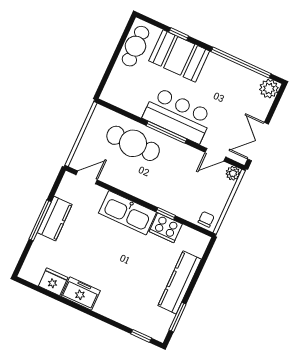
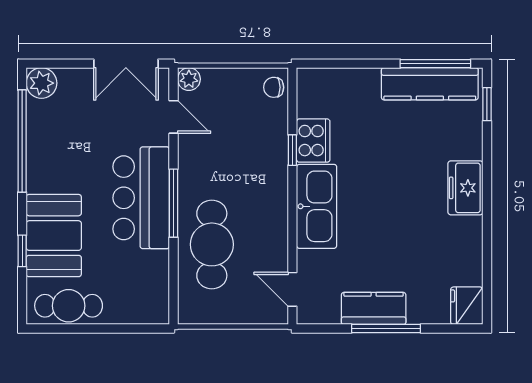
fridge: (53, 282) -> (467, 306), moved
kitchen counter: (180, 282) -> (430, 84), moved
freezer: (81, 293) -> (465, 188), moved
window: (178, 317) -> (435, 64), width x1.44

